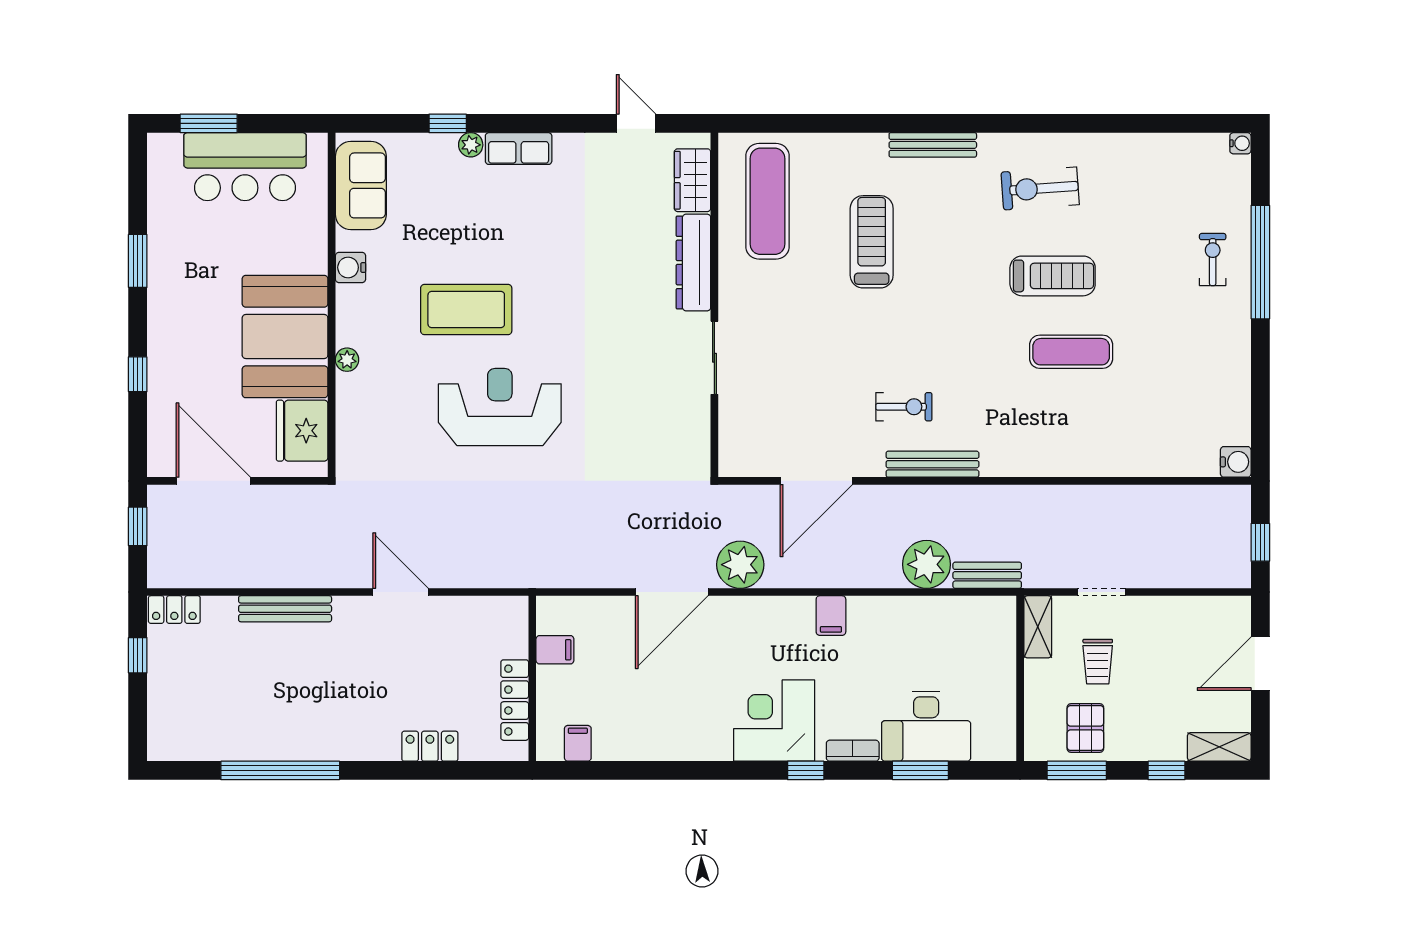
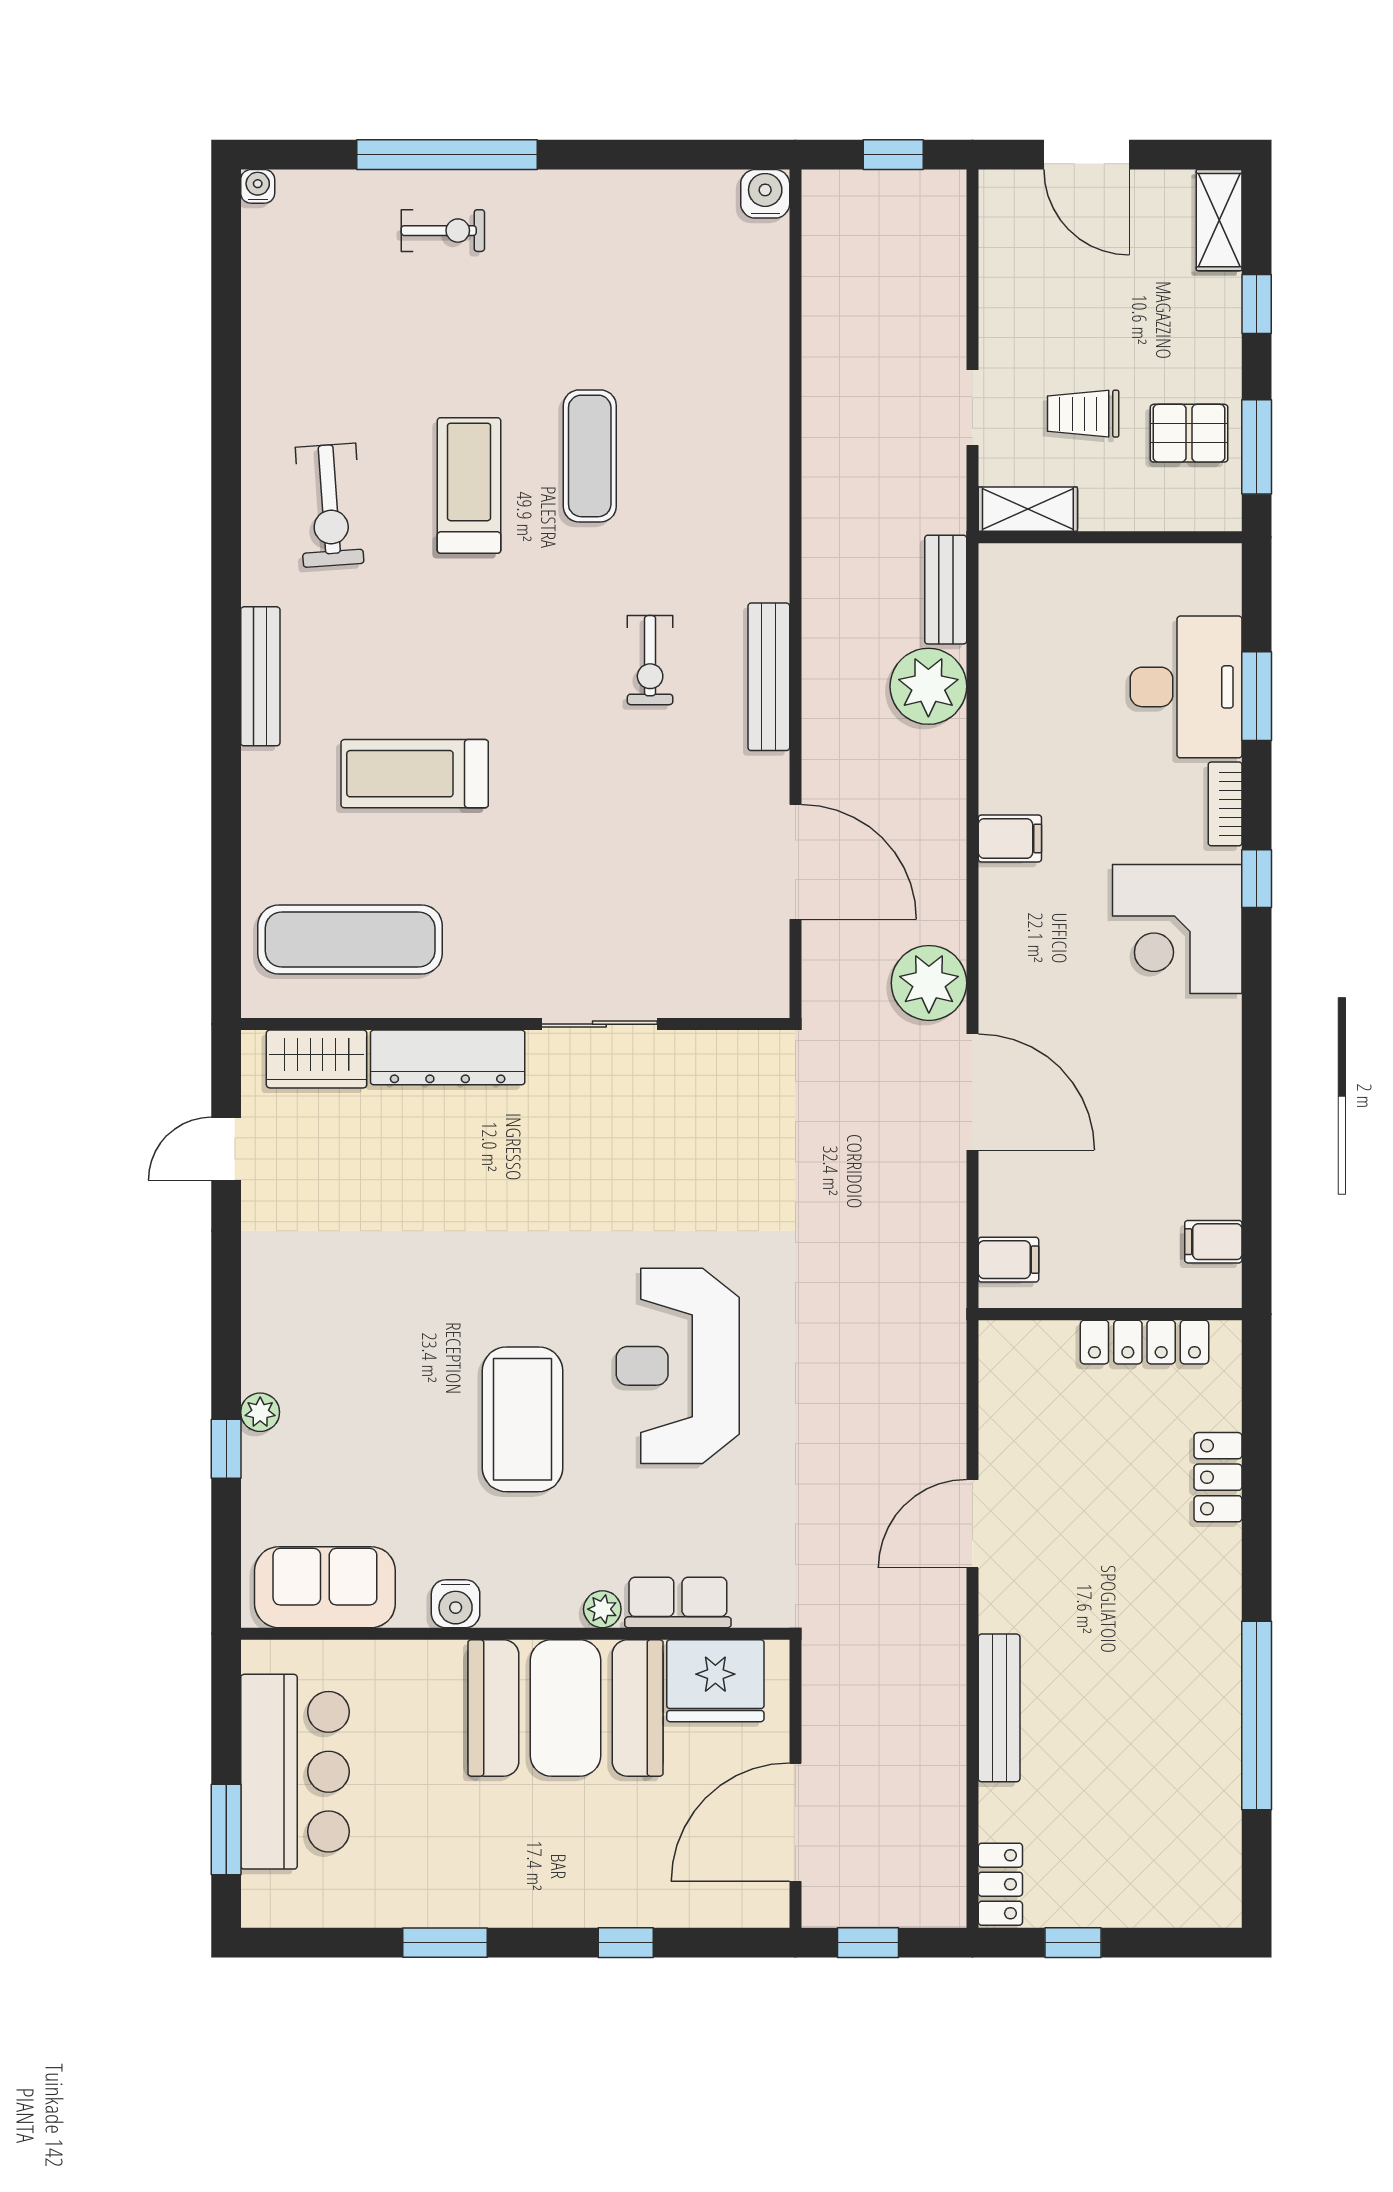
row of seats: (519, 149) -> (678, 1602), moved, turned -90
exercise bike: (1213, 260) -> (443, 231), turned 180
exercise bike: (904, 407) -> (650, 660), moved, turned 180
filing cabinet: (555, 650) -> (1008, 1260), moved, turned 90
trolley: (1098, 662) -> (1083, 414), turned 180

